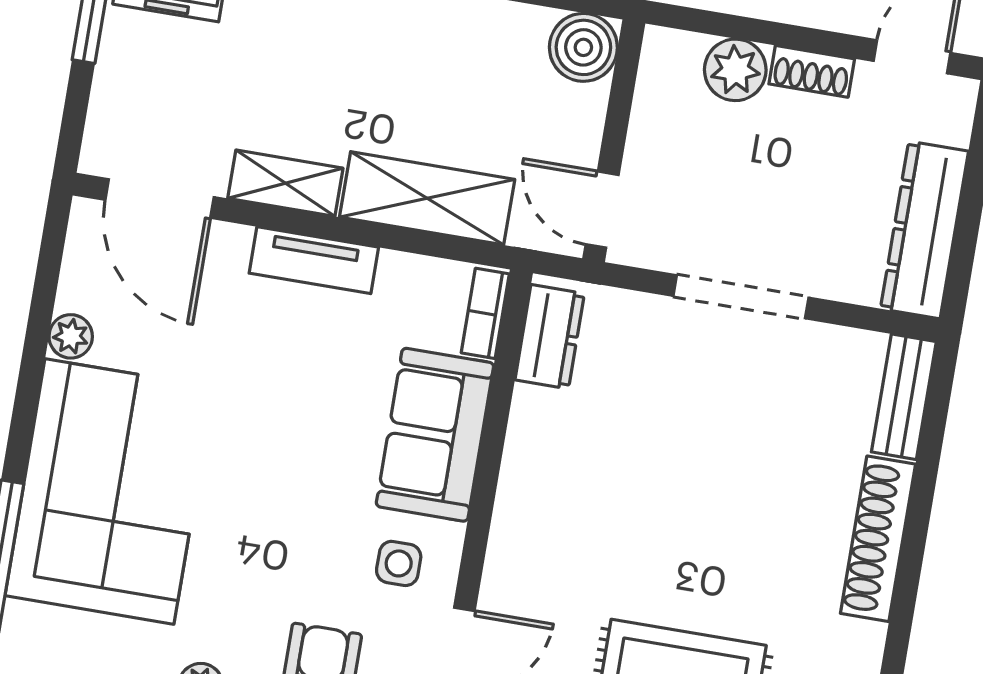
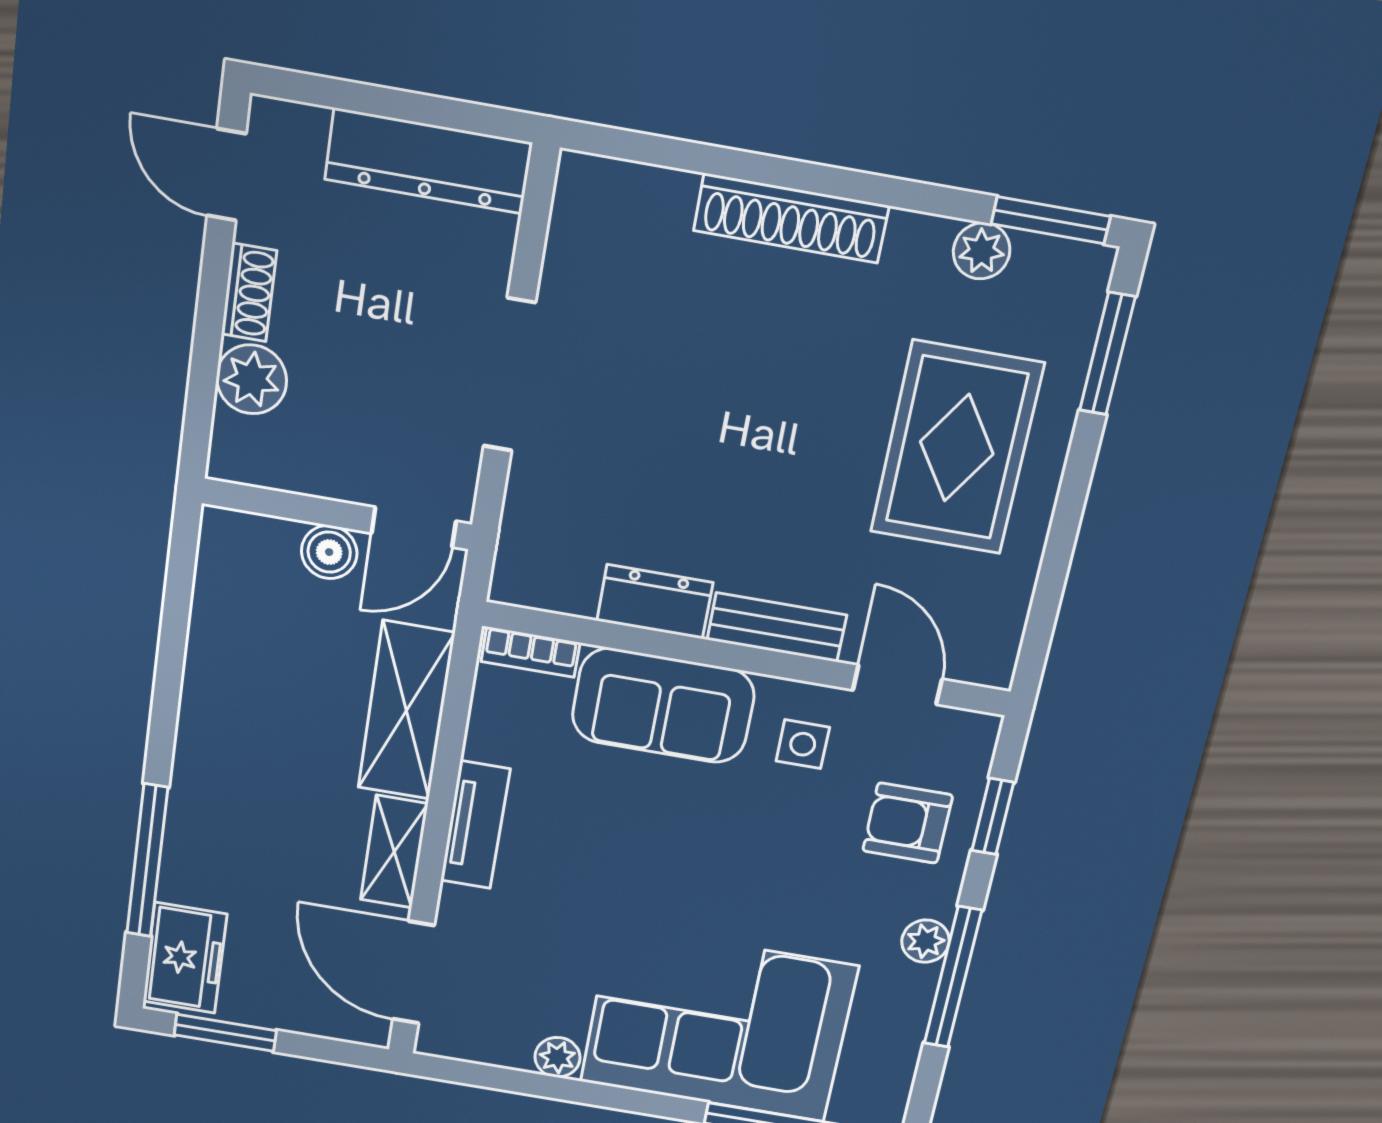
boiler: (583, 47) -> (329, 552), moved, width x0.73, depth x0.73
door: (160, 198) -> (413, 973), swing flipped
dresser: (550, 337) -> (655, 602), moved
bench: (904, 397) -> (777, 627), moved

